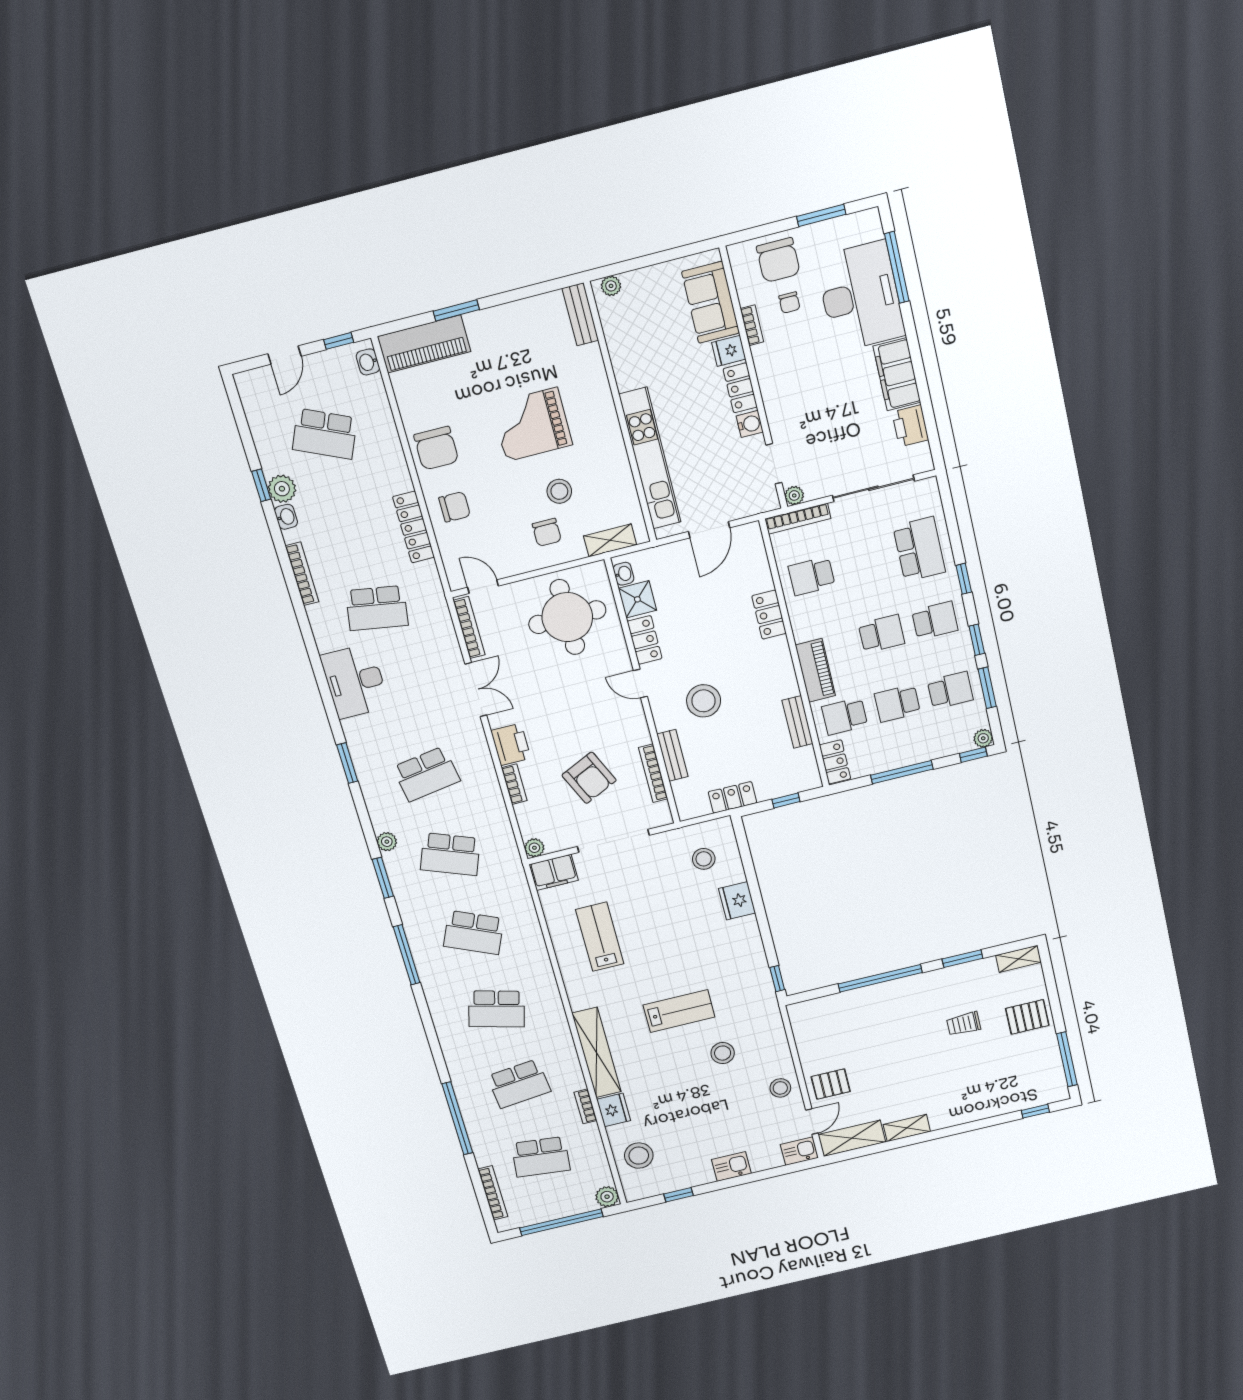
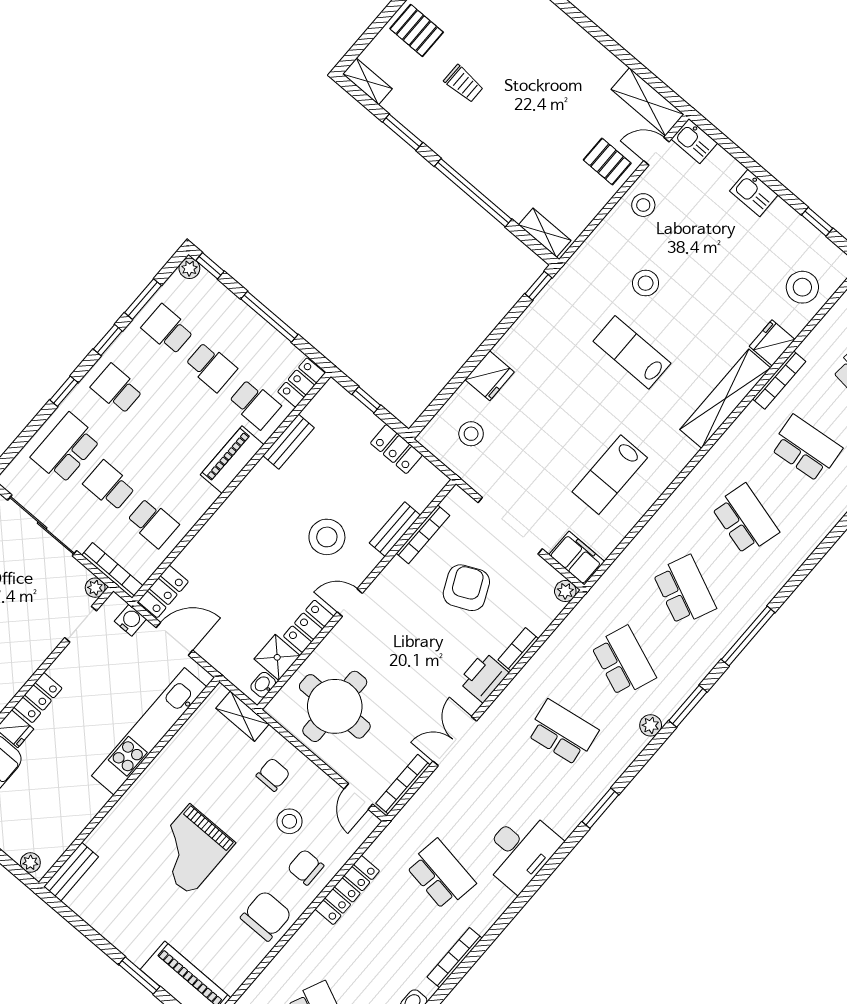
water cooler: (750, 424) -> (130, 620), moved, turned 90
grand piano: (532, 425) -> (190, 850), turned 90
stool: (559, 491) -> (289, 821), moved
locker: (769, 615) -> (163, 591), moved
school desk: (882, 634) -> (109, 486), moved
door: (640, 684) -> (350, 603), swing flipped
bookcase: (586, 1106) -> (779, 380), width x1.56
shelving: (907, 1128) -> (545, 233), moved

